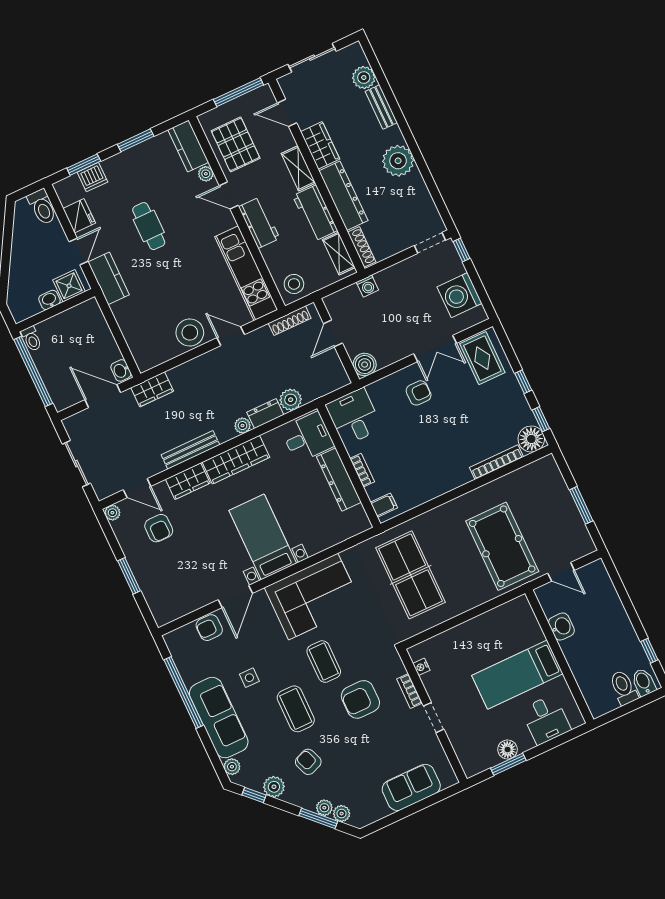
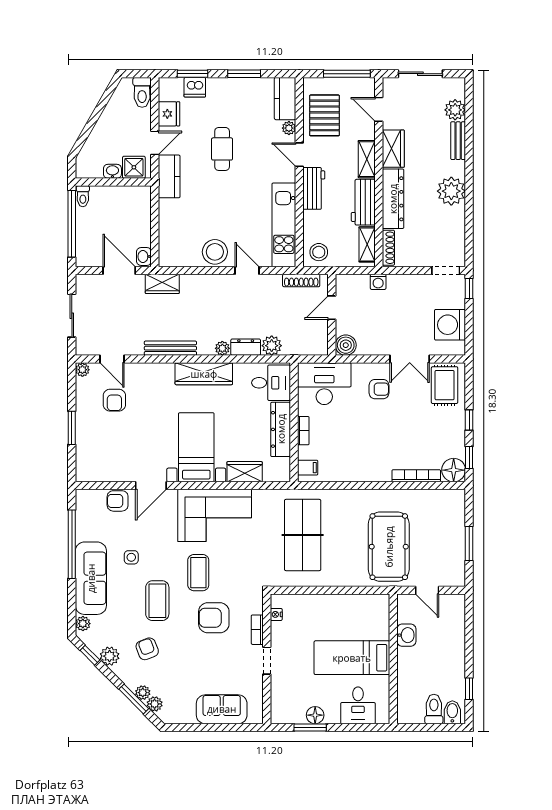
desk: (354, 417) -> (324, 384), width x1.37
wardrobe: (188, 481) -> (245, 472), moved, turned 180

